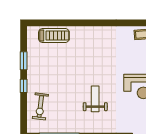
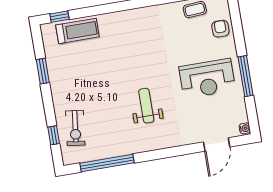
window: (43, 23) -> (59, 17), added
window: (24, 86) -> (54, 135), moved

